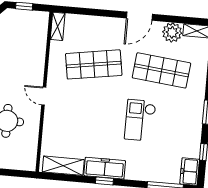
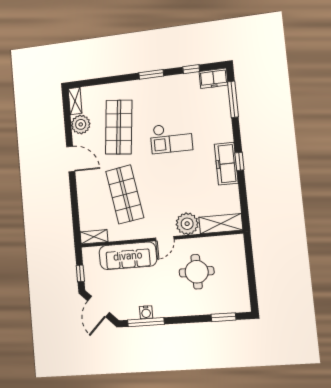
sofa: (33, 57) -> (128, 256), added
plant: (54, 120) -> (187, 224), added
shelving: (63, 166) -> (221, 224), moved, turned 90

